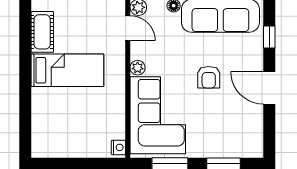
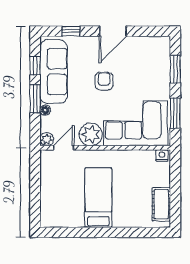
cot: (42, 32) -> (161, 204), moved, turned 90
plant: (138, 68) -> (91, 134), width x1.88, depth x1.88
armchair: (209, 77) -> (104, 81), turned -90

